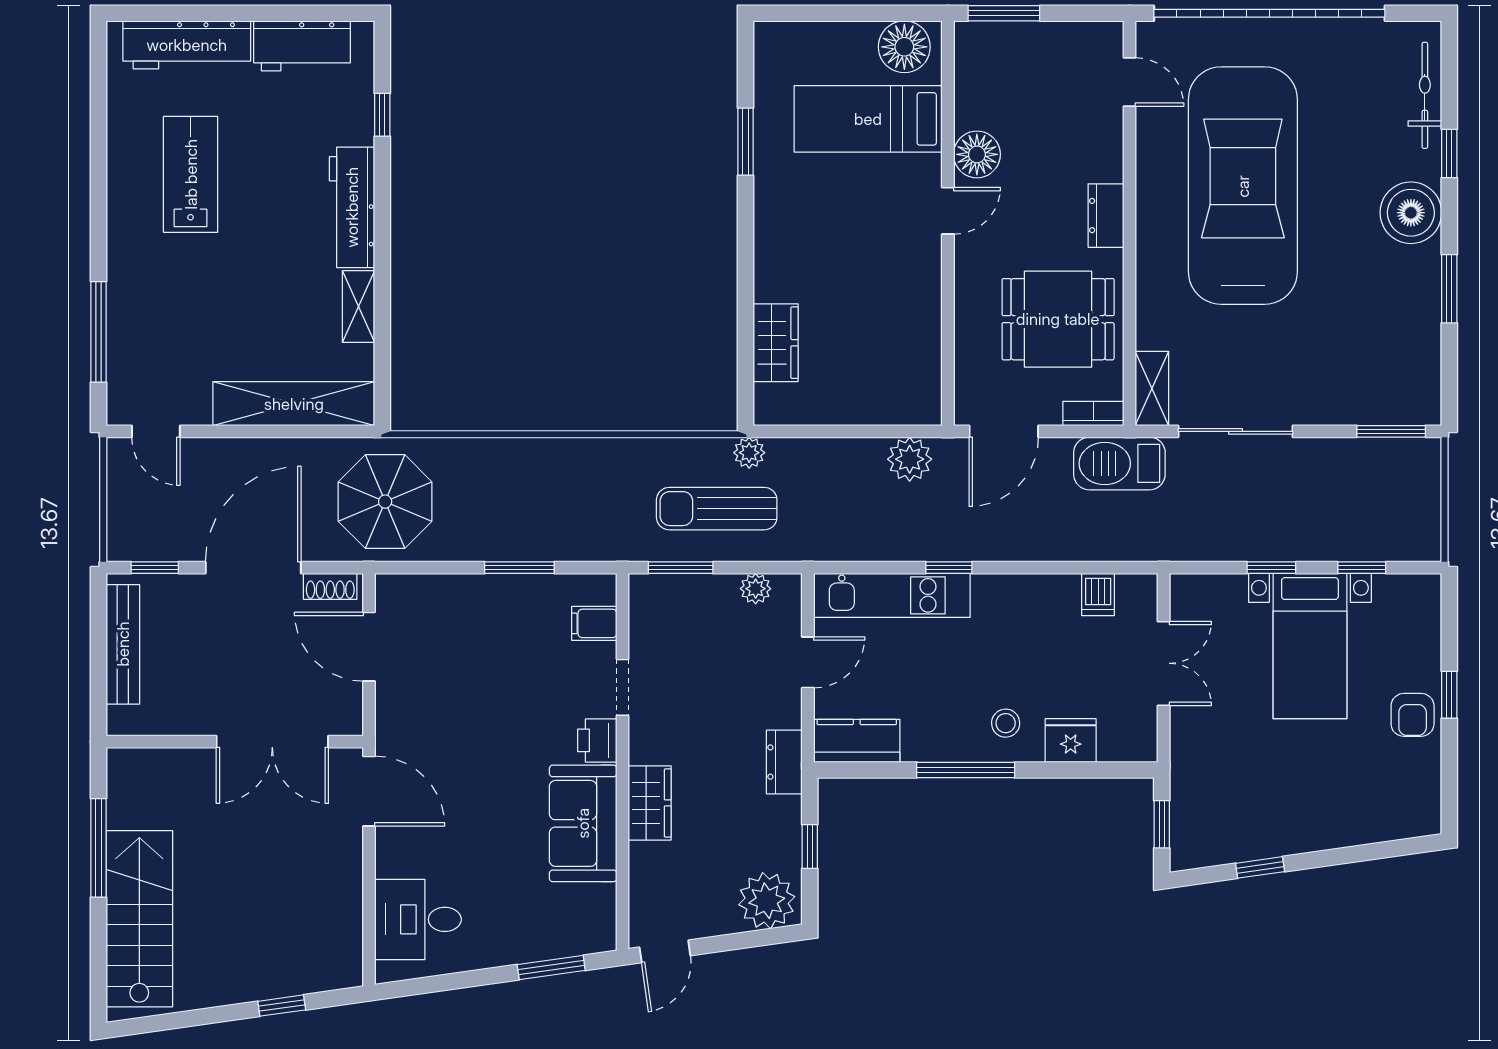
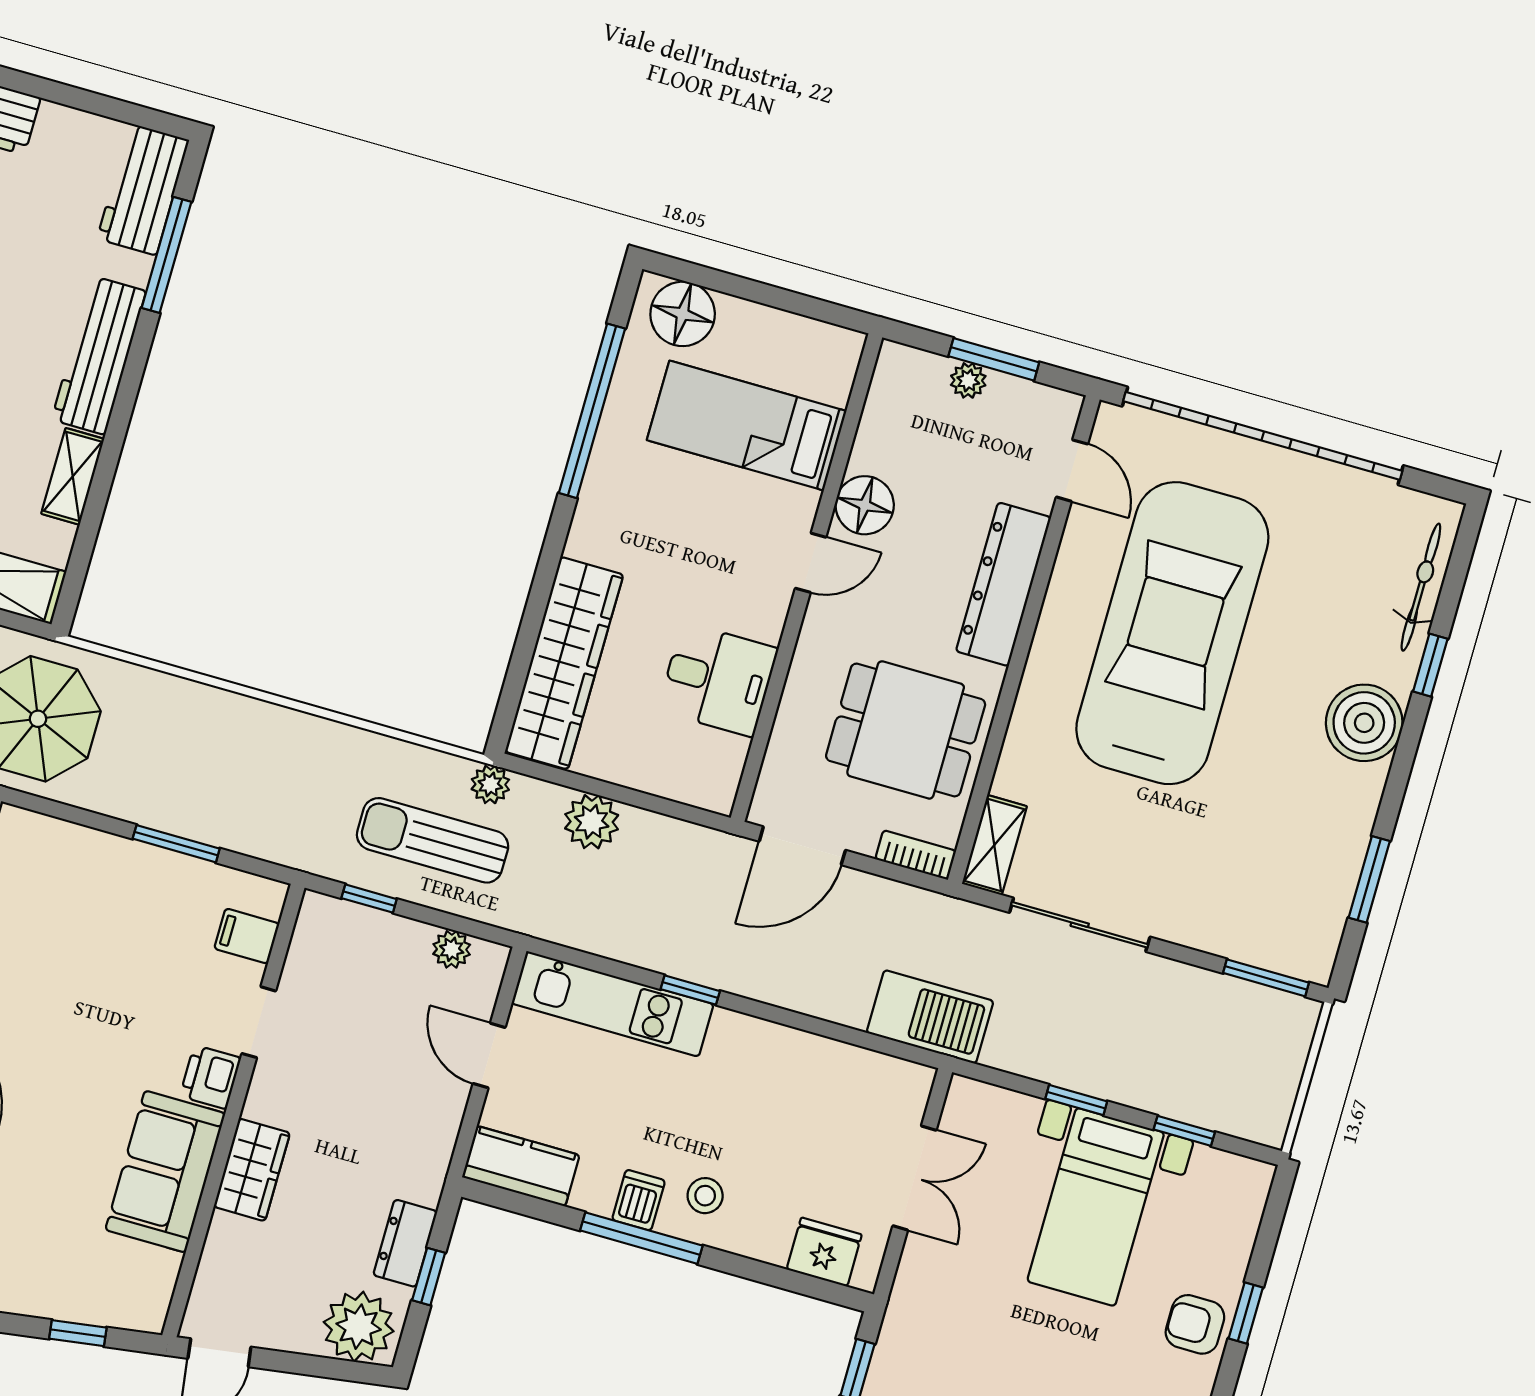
window: (1004, 13) -> (994, 359), moved
plant: (1030, 35) -> (968, 380), added
workbench: (302, 46) -> (143, 189), moved, turned 90
floor lamp: (904, 47) -> (683, 314), moved
window: (382, 115) -> (166, 255), width x2.17
window: (745, 142) -> (592, 411), width x2.11
dresser: (1106, 216) -> (1003, 584), width x1.96, depth x1.24
window: (1449, 289) -> (1369, 879), moved
desk: (902, 322) -> (718, 680), added
wardrobe: (776, 343) -> (564, 663), width x2.10, depth x1.17
plant: (910, 459) -> (592, 822), moved
barbecue: (1119, 463) -> (930, 1017), moved, turned 180
window: (681, 568) -> (369, 899), width x0.67
dishwasher: (1098, 594) -> (639, 1200), moved, turned 180
door: (808, 662) -> (489, 1055), swing flipped
armchair: (1413, 715) -> (1195, 1324), turned 90
fridge: (1071, 741) -> (824, 1252), moved
dresser: (784, 762) -> (405, 1243), moved
window: (551, 967) -> (78, 1333), width x0.67

